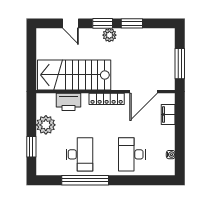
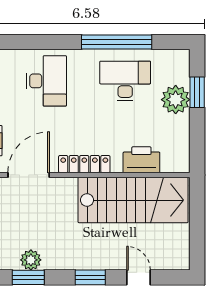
window: (132, 23) -> (28, 277), moved
plant: (109, 35) -> (31, 260), moved
plant: (46, 125) -> (176, 100), moved
desk: (79, 154) -> (125, 81), turned 90

